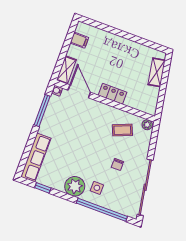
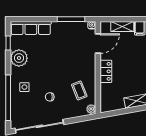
shelving: (66, 70) -> (122, 26), moved
plant: (75, 186) -> (19, 58), moved

